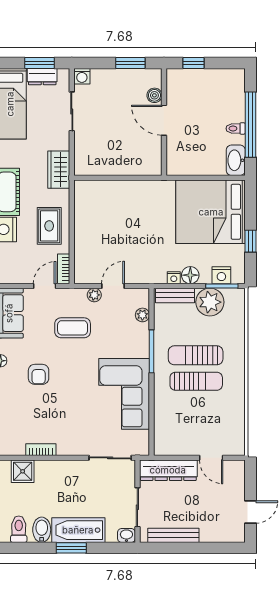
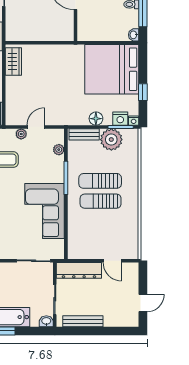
washbasin: (236, 160) -> (134, 35), width x0.52, depth x0.69
wardrobe: (84, 202) -> (13, 61), added
nightstand: (174, 278) -> (134, 121), moved
sun lounger: (196, 381) -> (101, 201), turned 180

